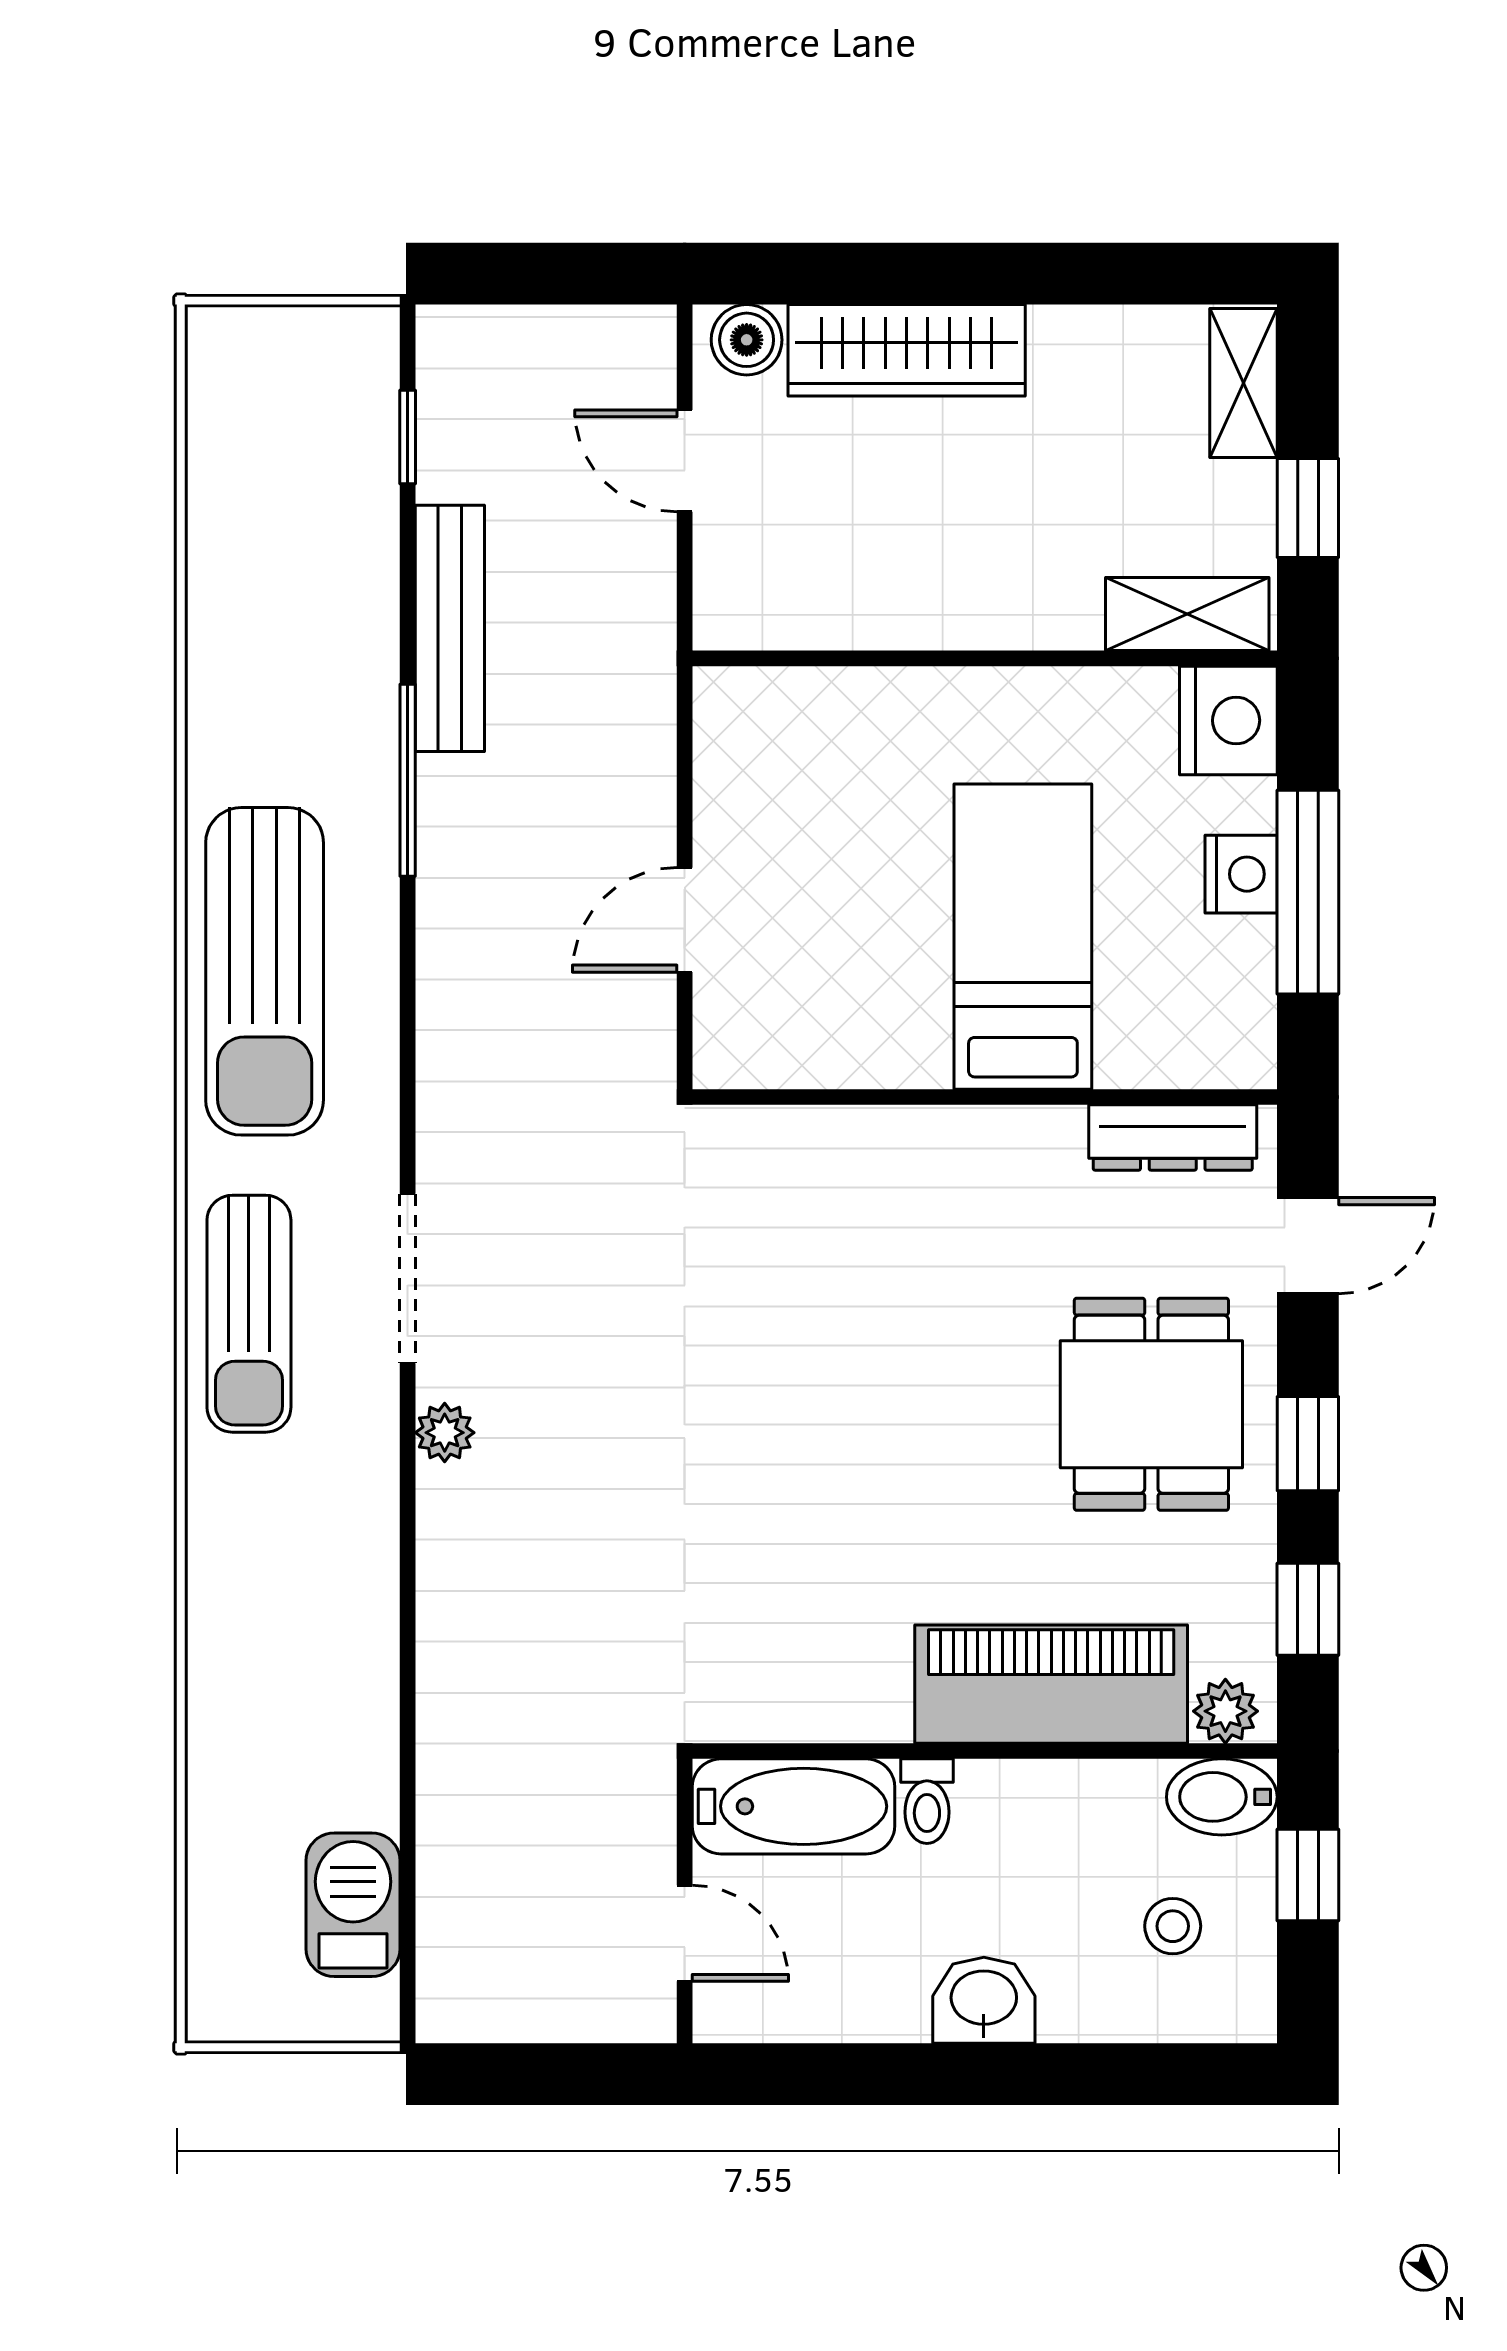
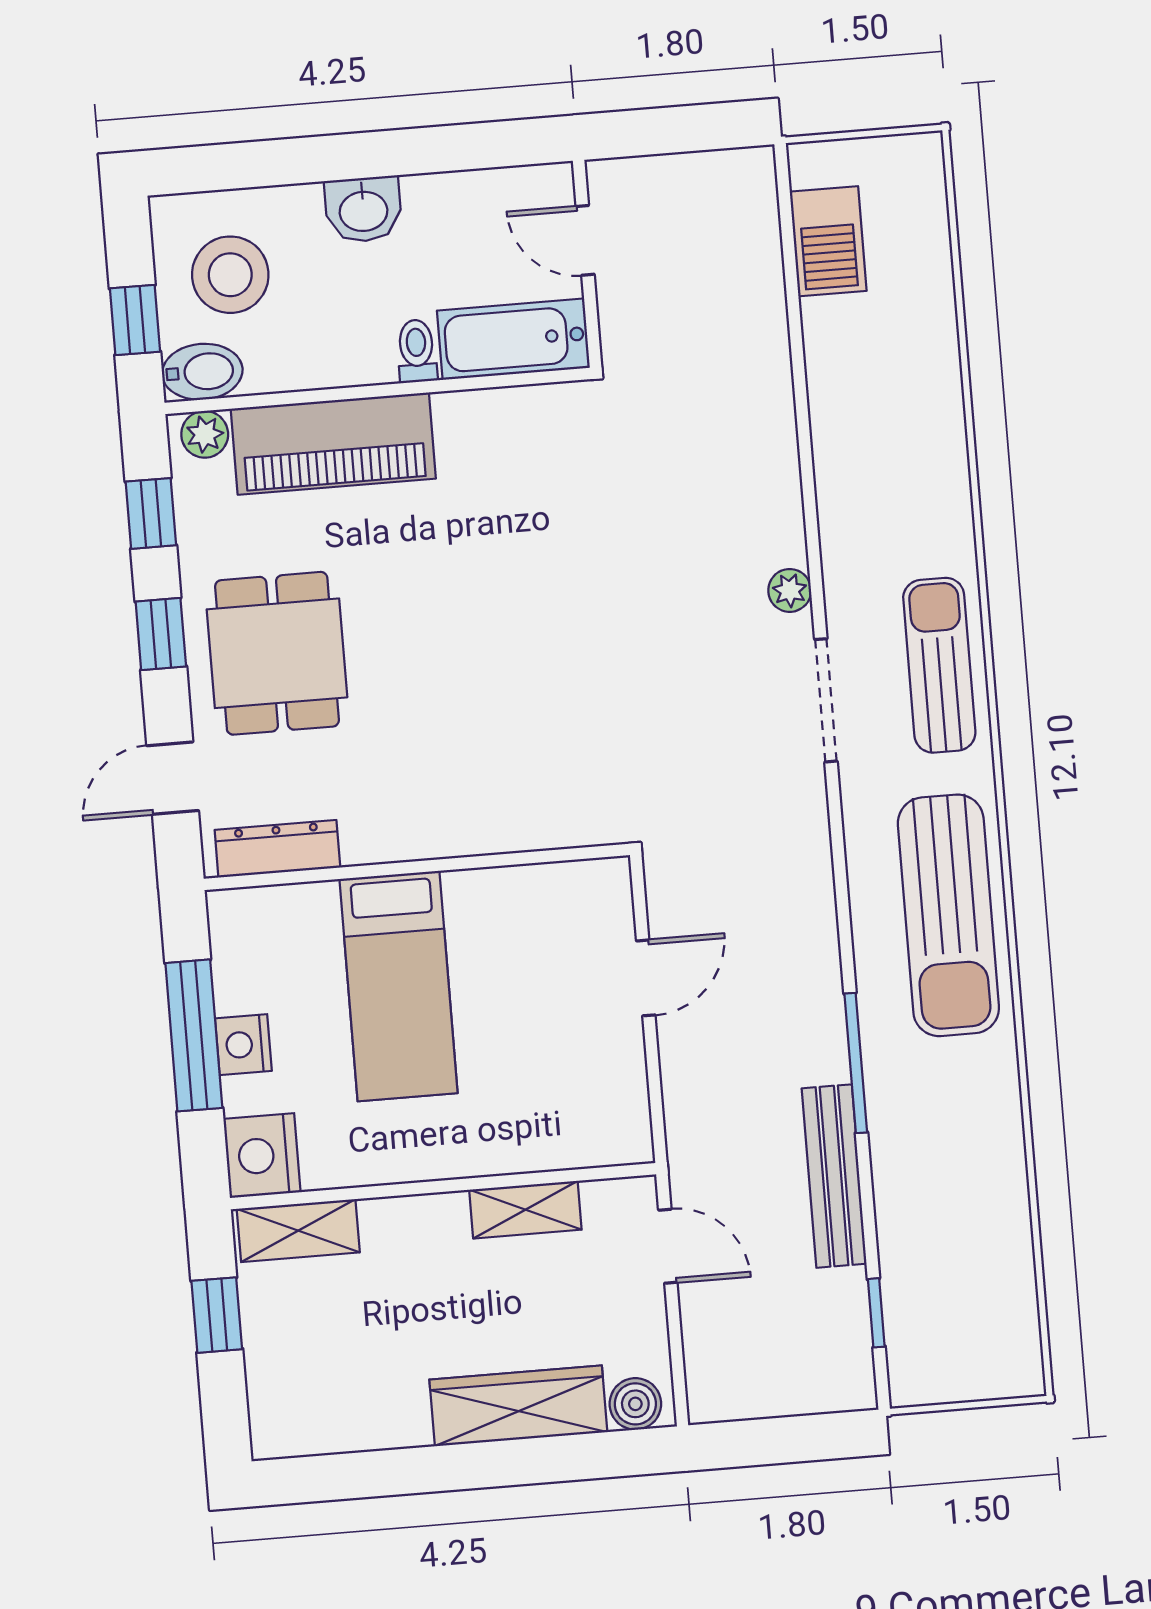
shelving: (1243, 383) -> (525, 1210), moved, turned 90
door: (685, 461) -> (668, 1246), moved
sun lounger: (265, 971) -> (948, 915), turned 180
stool: (1173, 1926) -> (230, 275), width x1.89, depth x1.89

